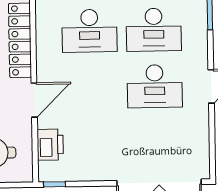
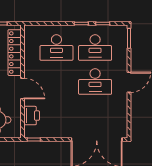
door: (34, 100) -> (22, 89), hinge flipped

